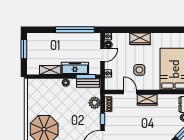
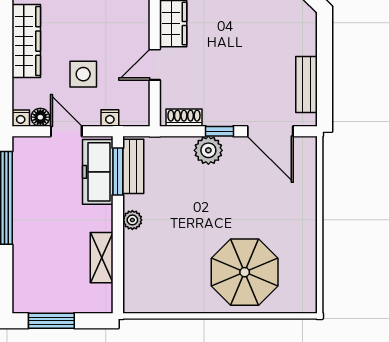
wardrobe: (140, 39) -> (26, 41), width x1.50
freezer: (75, 68) -> (98, 172), moved
side table: (139, 70) -> (83, 74), moved
plant: (95, 103) -> (208, 150), moved

